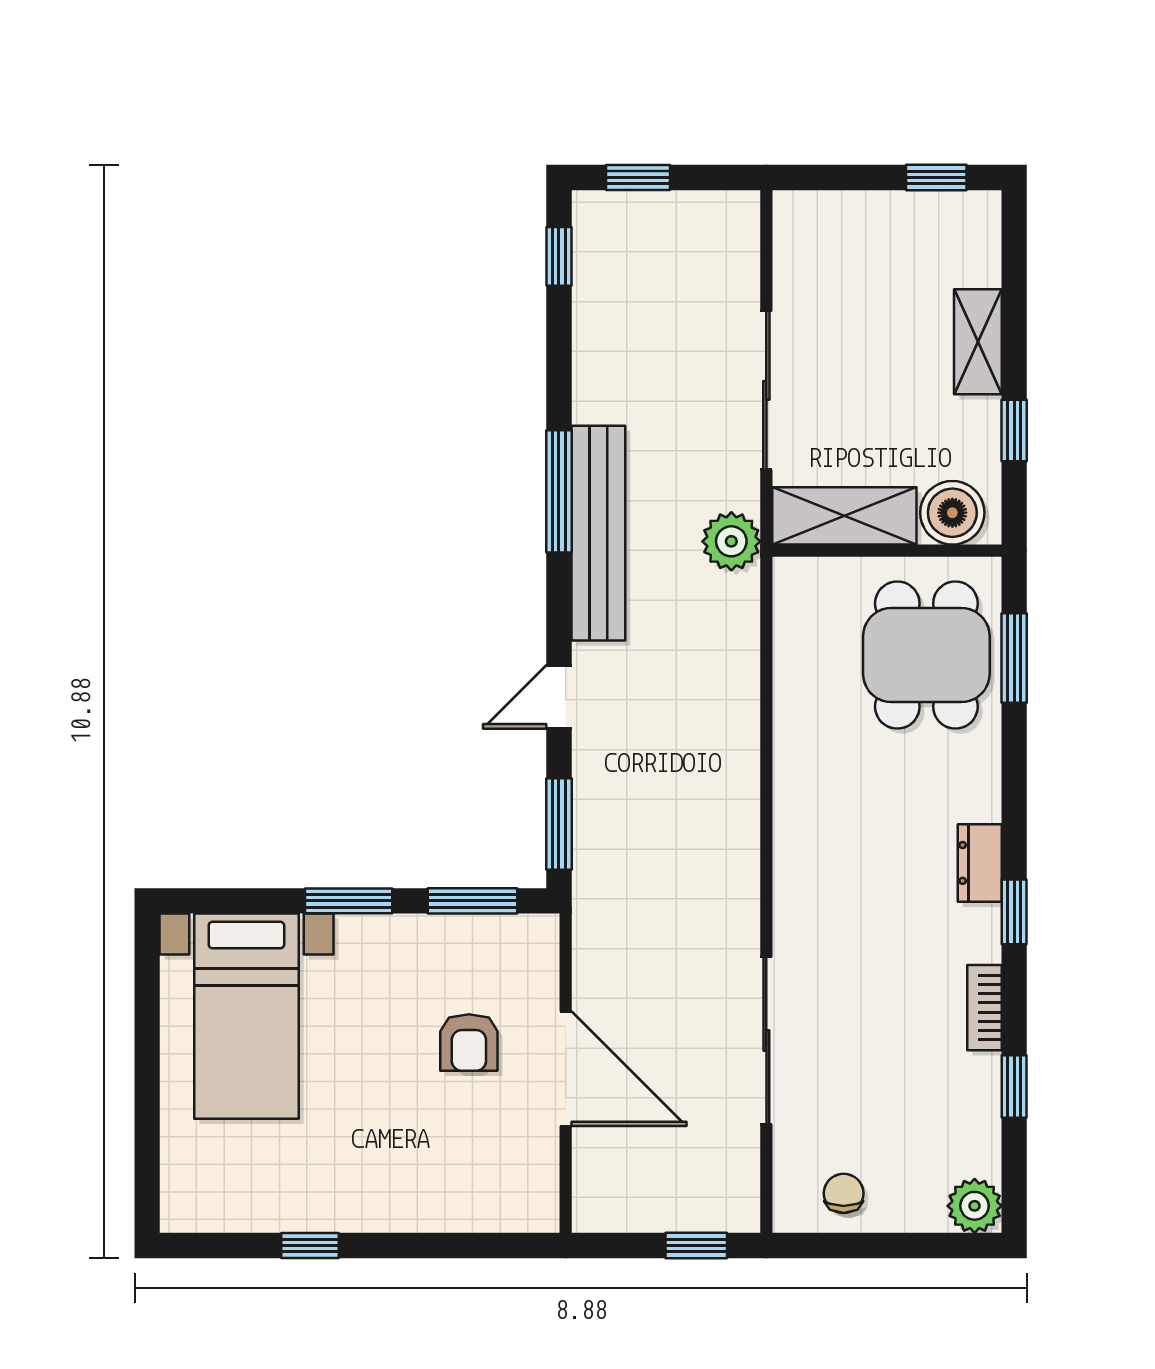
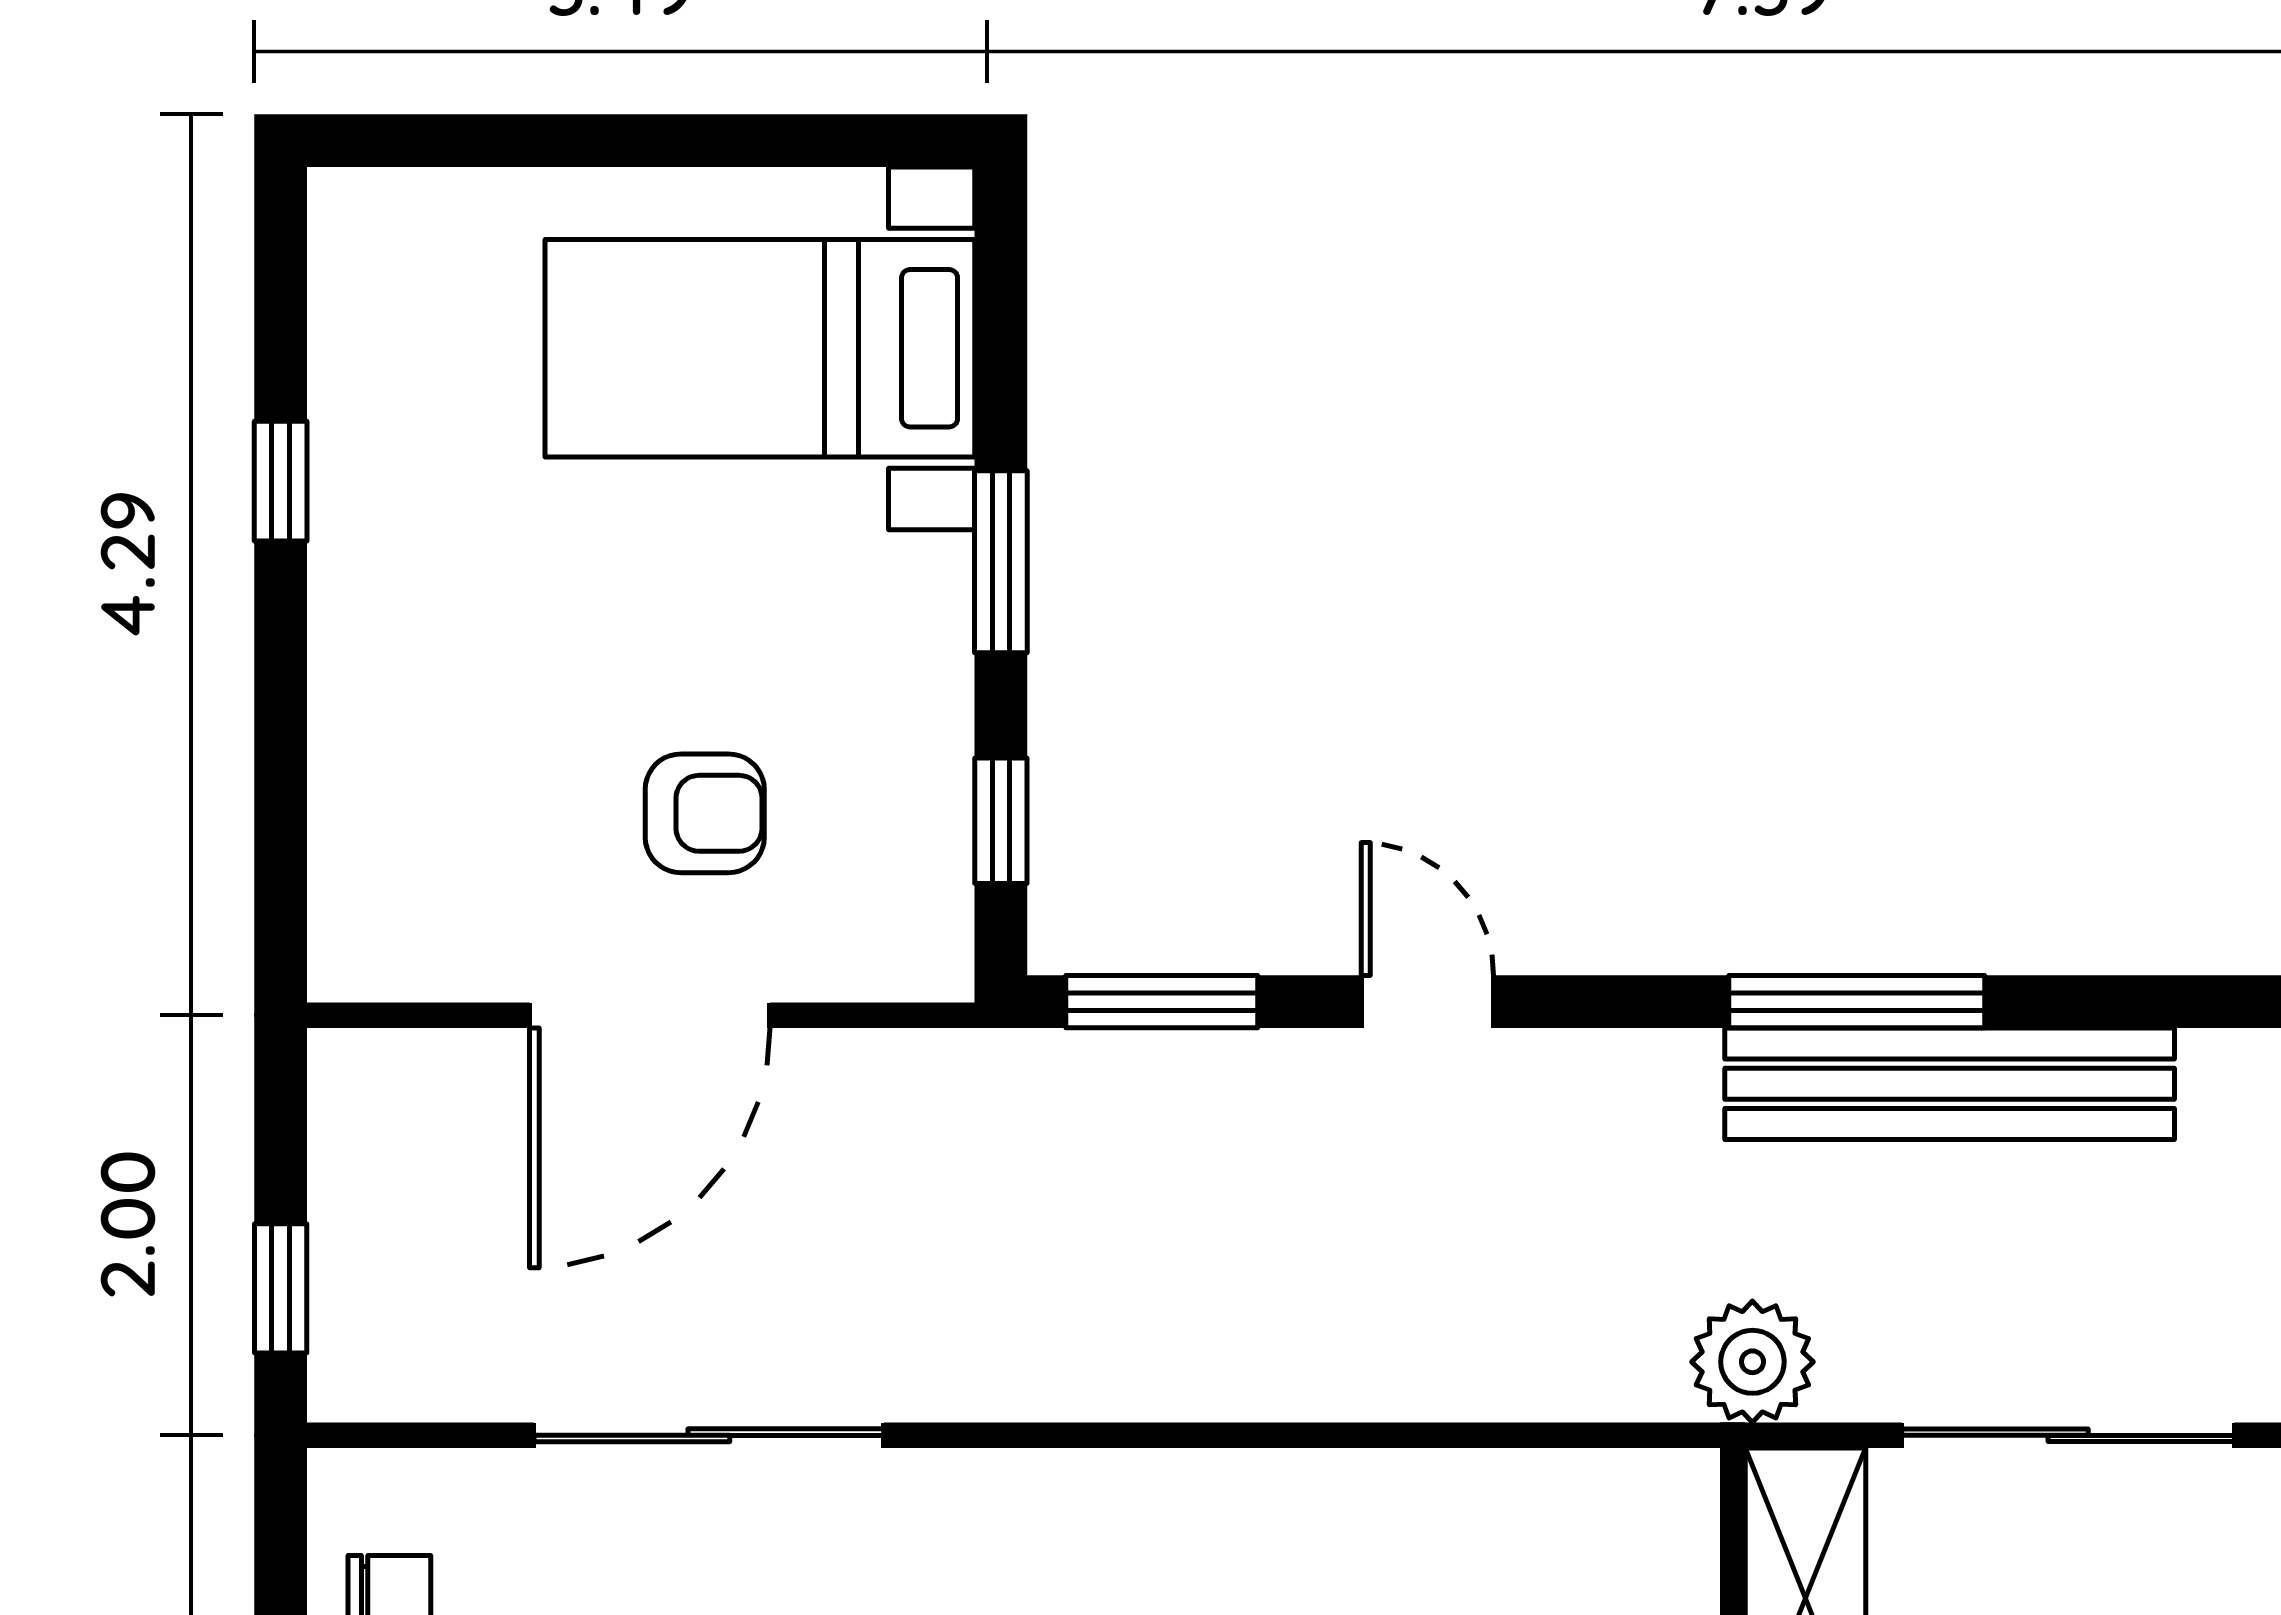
bench: (598, 533) -> (1950, 1084), moved
window: (472, 901) -> (1001, 821), width x0.67
armchair: (469, 1043) -> (705, 813), turned 180

